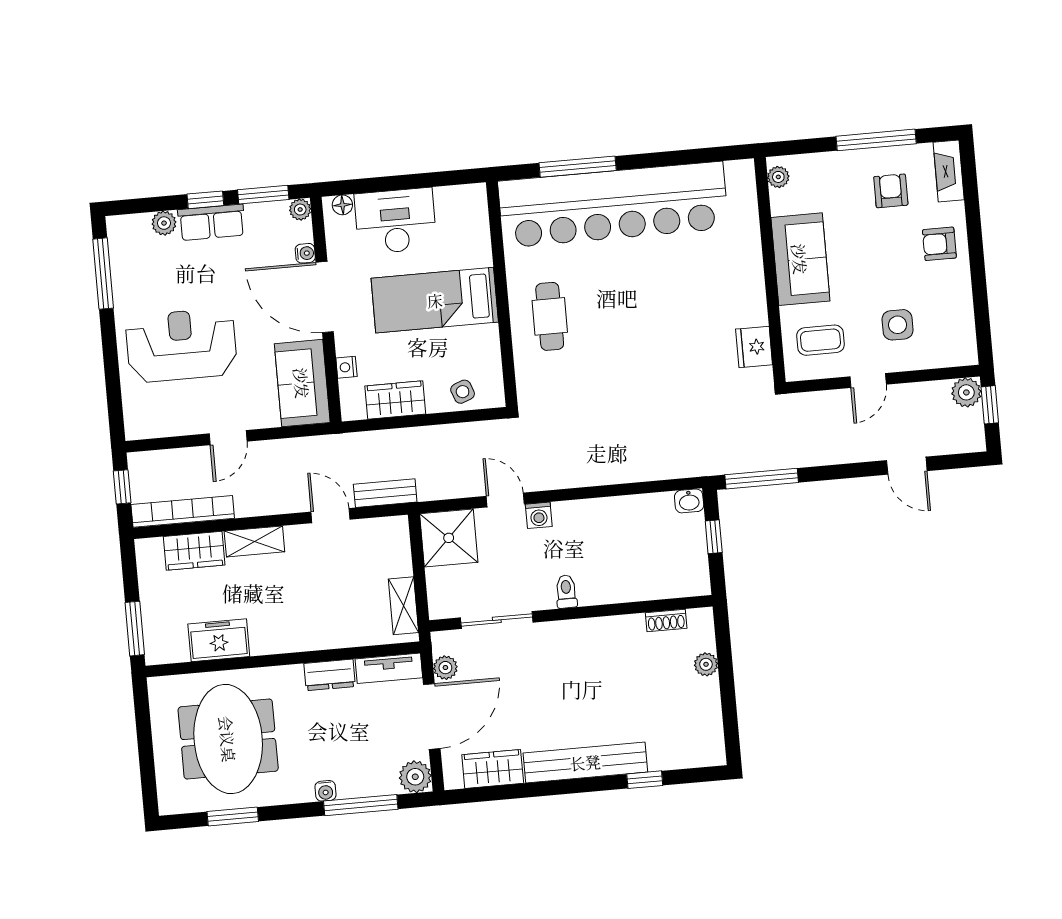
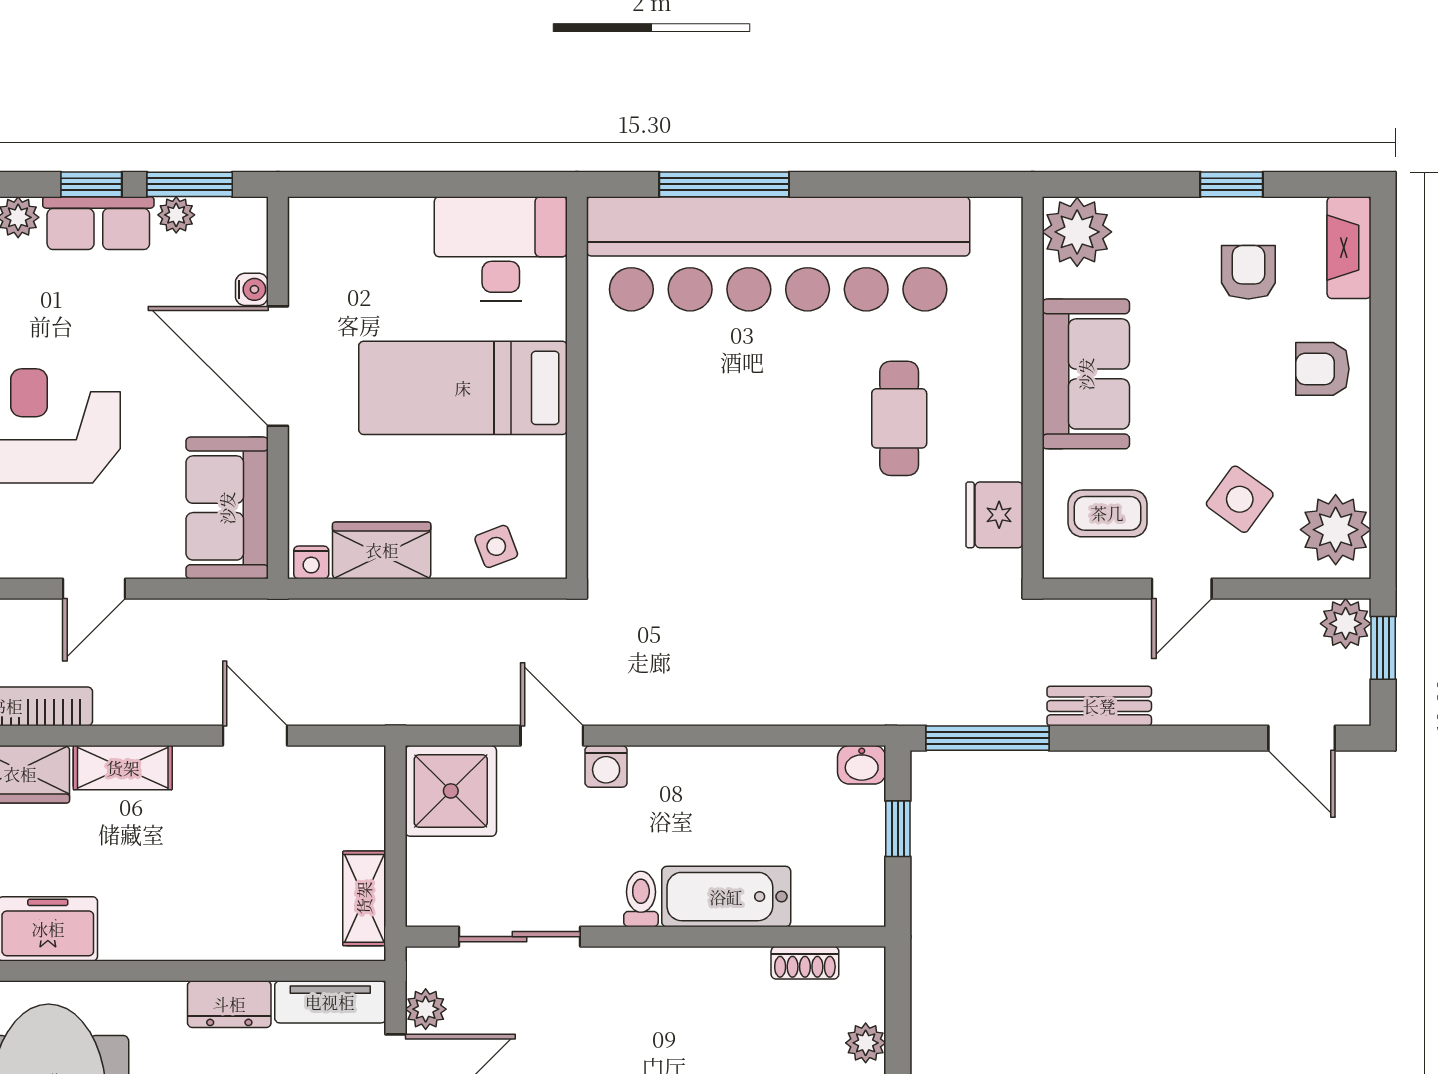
window: (876, 140) -> (1231, 184), width x0.46
plant: (778, 177) -> (1077, 232), width x1.88, depth x1.88
floor lamp: (342, 205) -> (322, 213), removed
plant: (300, 210) -> (176, 215), moved
desk: (396, 221) -> (501, 249), moved
cafe table: (550, 316) -> (899, 418), moved
side table: (898, 325) -> (1240, 499), turned 36
plant: (956, 338) -> (1336, 530), added
nightstand: (346, 367) -> (311, 562), moved, turned -90
door: (907, 466) -> (1302, 738), moved
bench: (385, 493) -> (1099, 706), moved
bathtub: (616, 586) -> (726, 897), added

